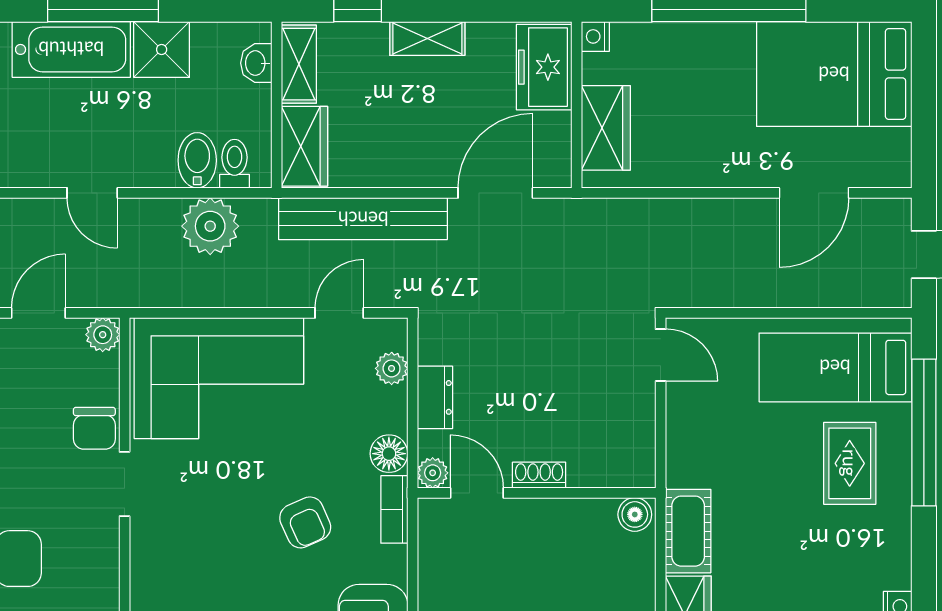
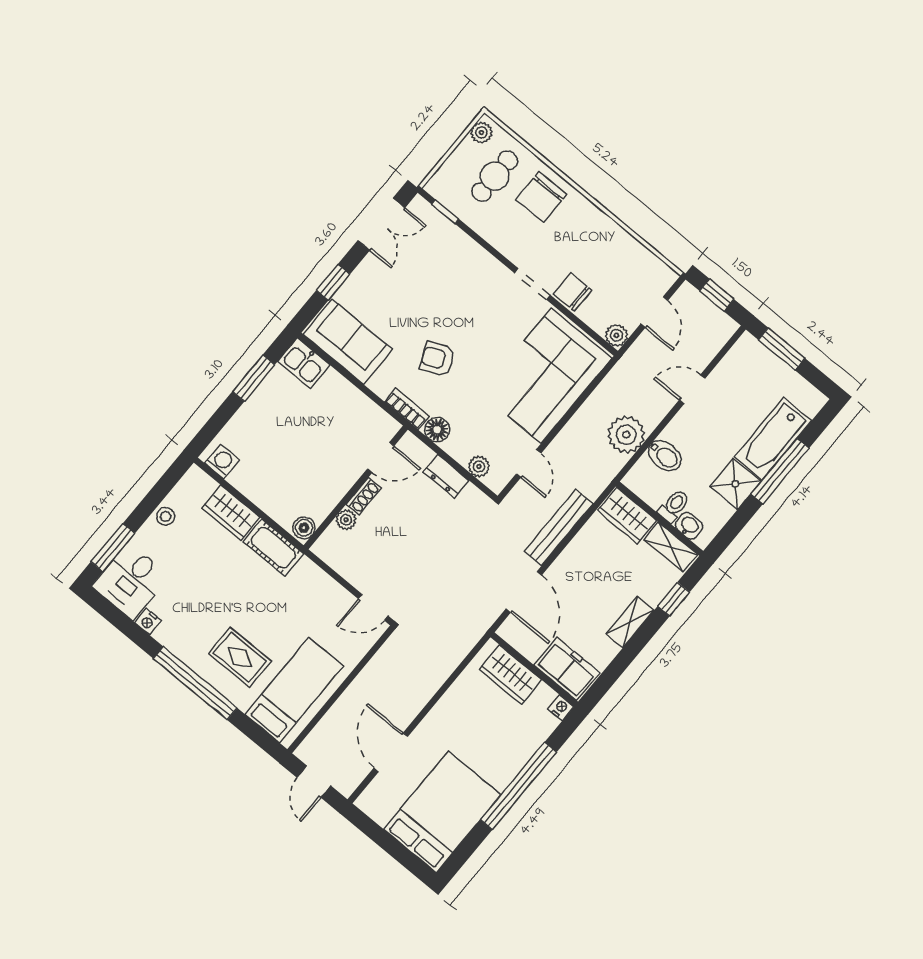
toilet: (235, 164) -> (674, 506), moved, turned -90
bench: (363, 219) -> (559, 528), width x0.73, depth x0.82
window: (924, 433) -> (195, 683), moved
plant: (433, 473) -> (346, 520), moved

